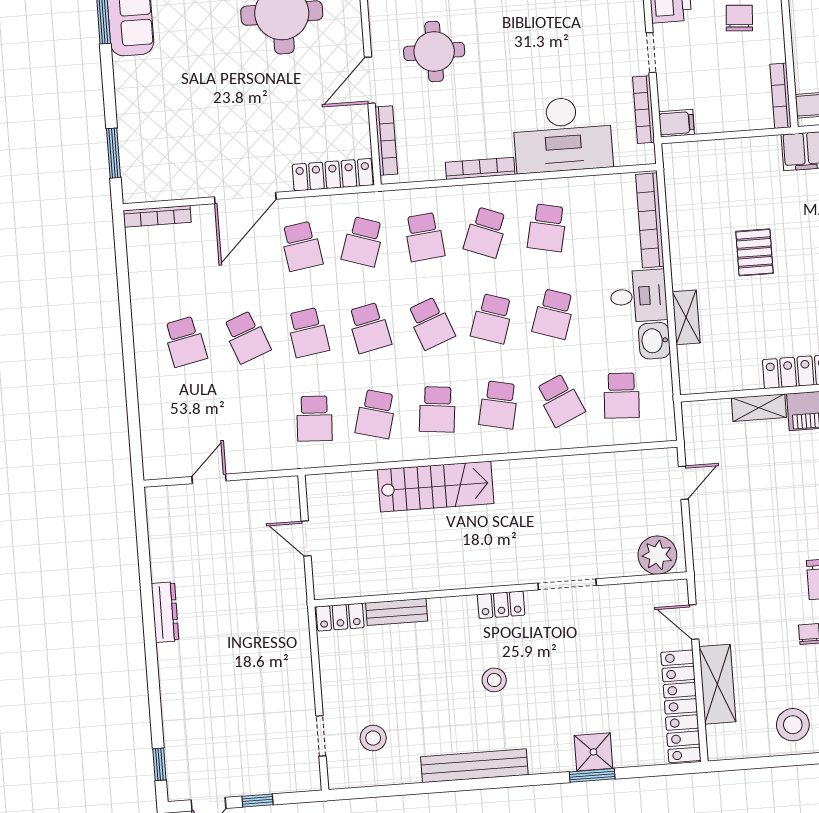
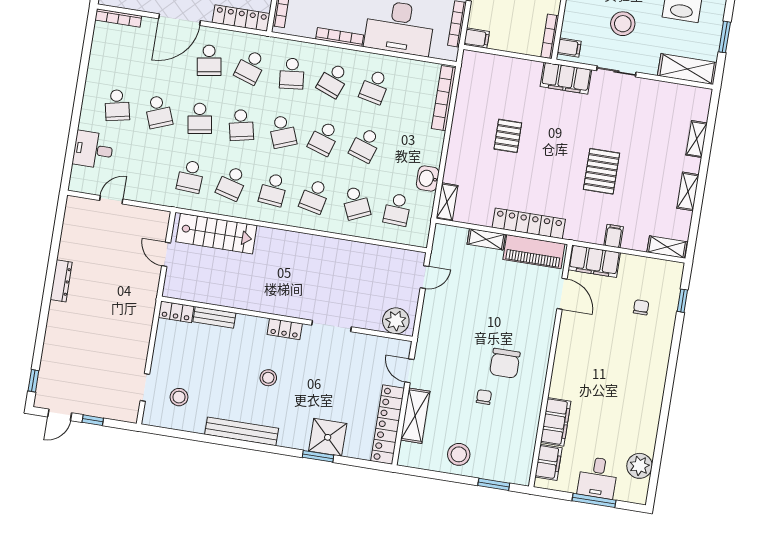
desk: (639, 296) -> (93, 150), moved, turned 180
shelving: (686, 317) -> (447, 202), moved
stairs: (436, 486) -> (216, 234), moved
shower: (593, 752) -> (328, 437), width x1.36, depth x1.36

